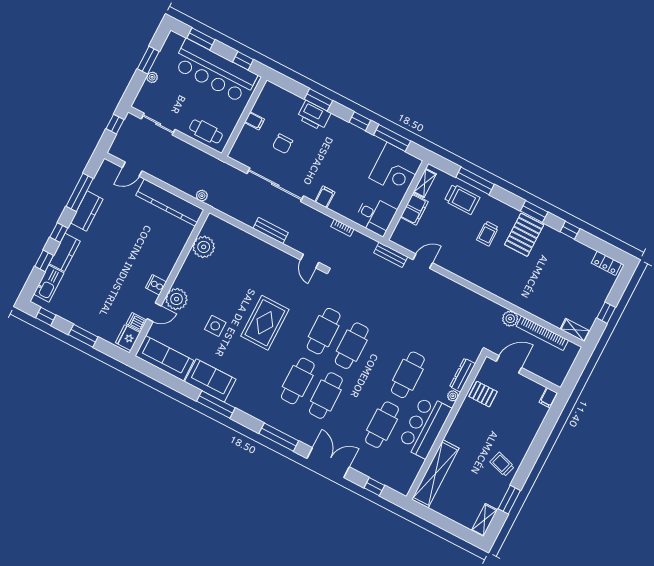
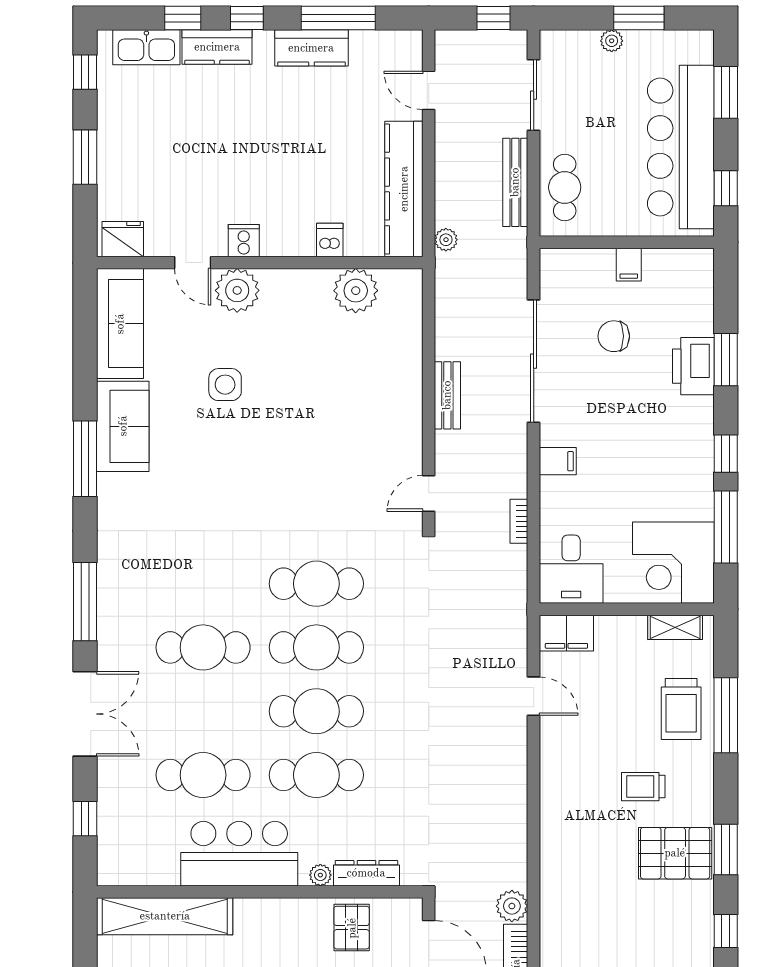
filing cabinet: (414, 209) -> (566, 633), moved
bench: (391, 255) -> (515, 182), moved, width x1.36
dishwasher: (136, 322) -> (330, 240), moved
rug: (265, 323) -> (277, 471), removed
cafe table: (298, 381) -> (316, 711), moved

